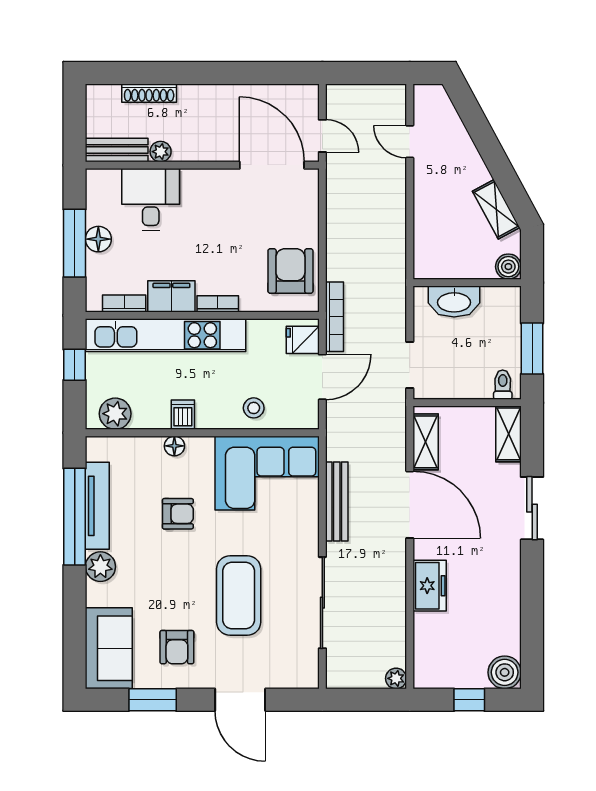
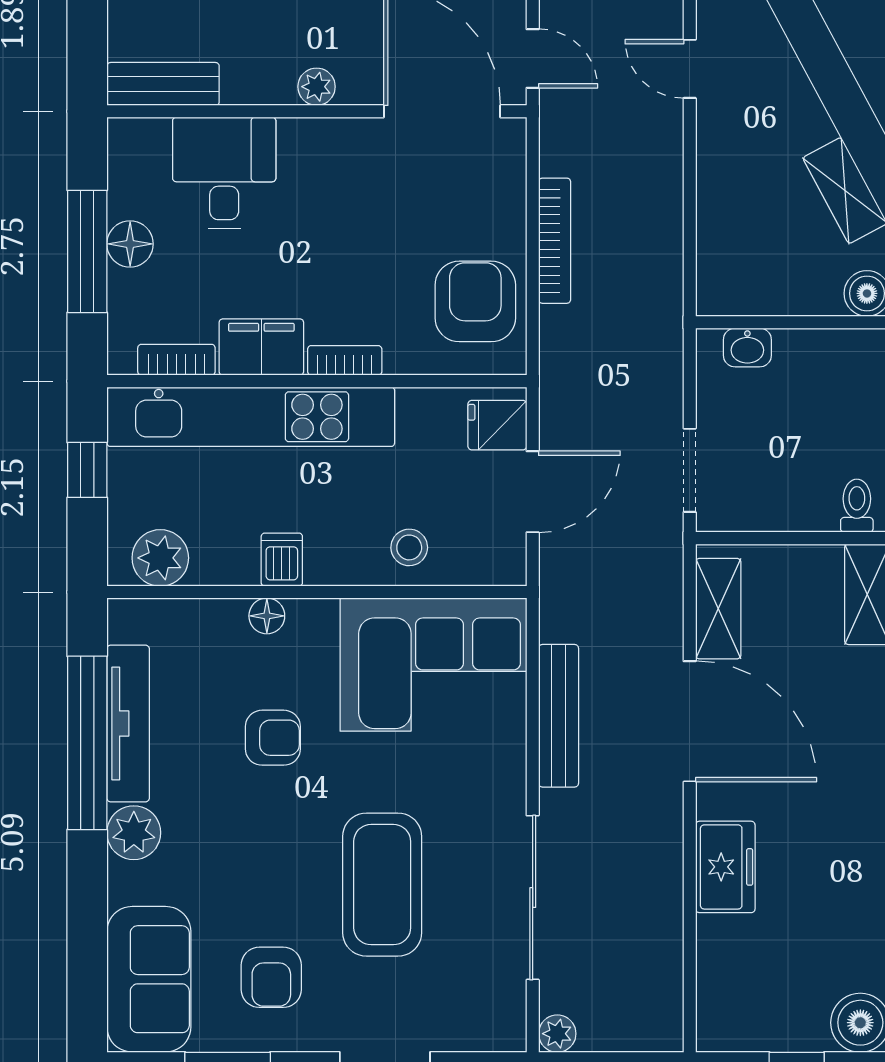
plant: (161, 152) -> (317, 87), moved
washbasin: (454, 301) -> (747, 348), width x0.52, depth x0.69
bookcase: (335, 317) -> (555, 241), moved
plant: (396, 678) -> (557, 1034), moved

